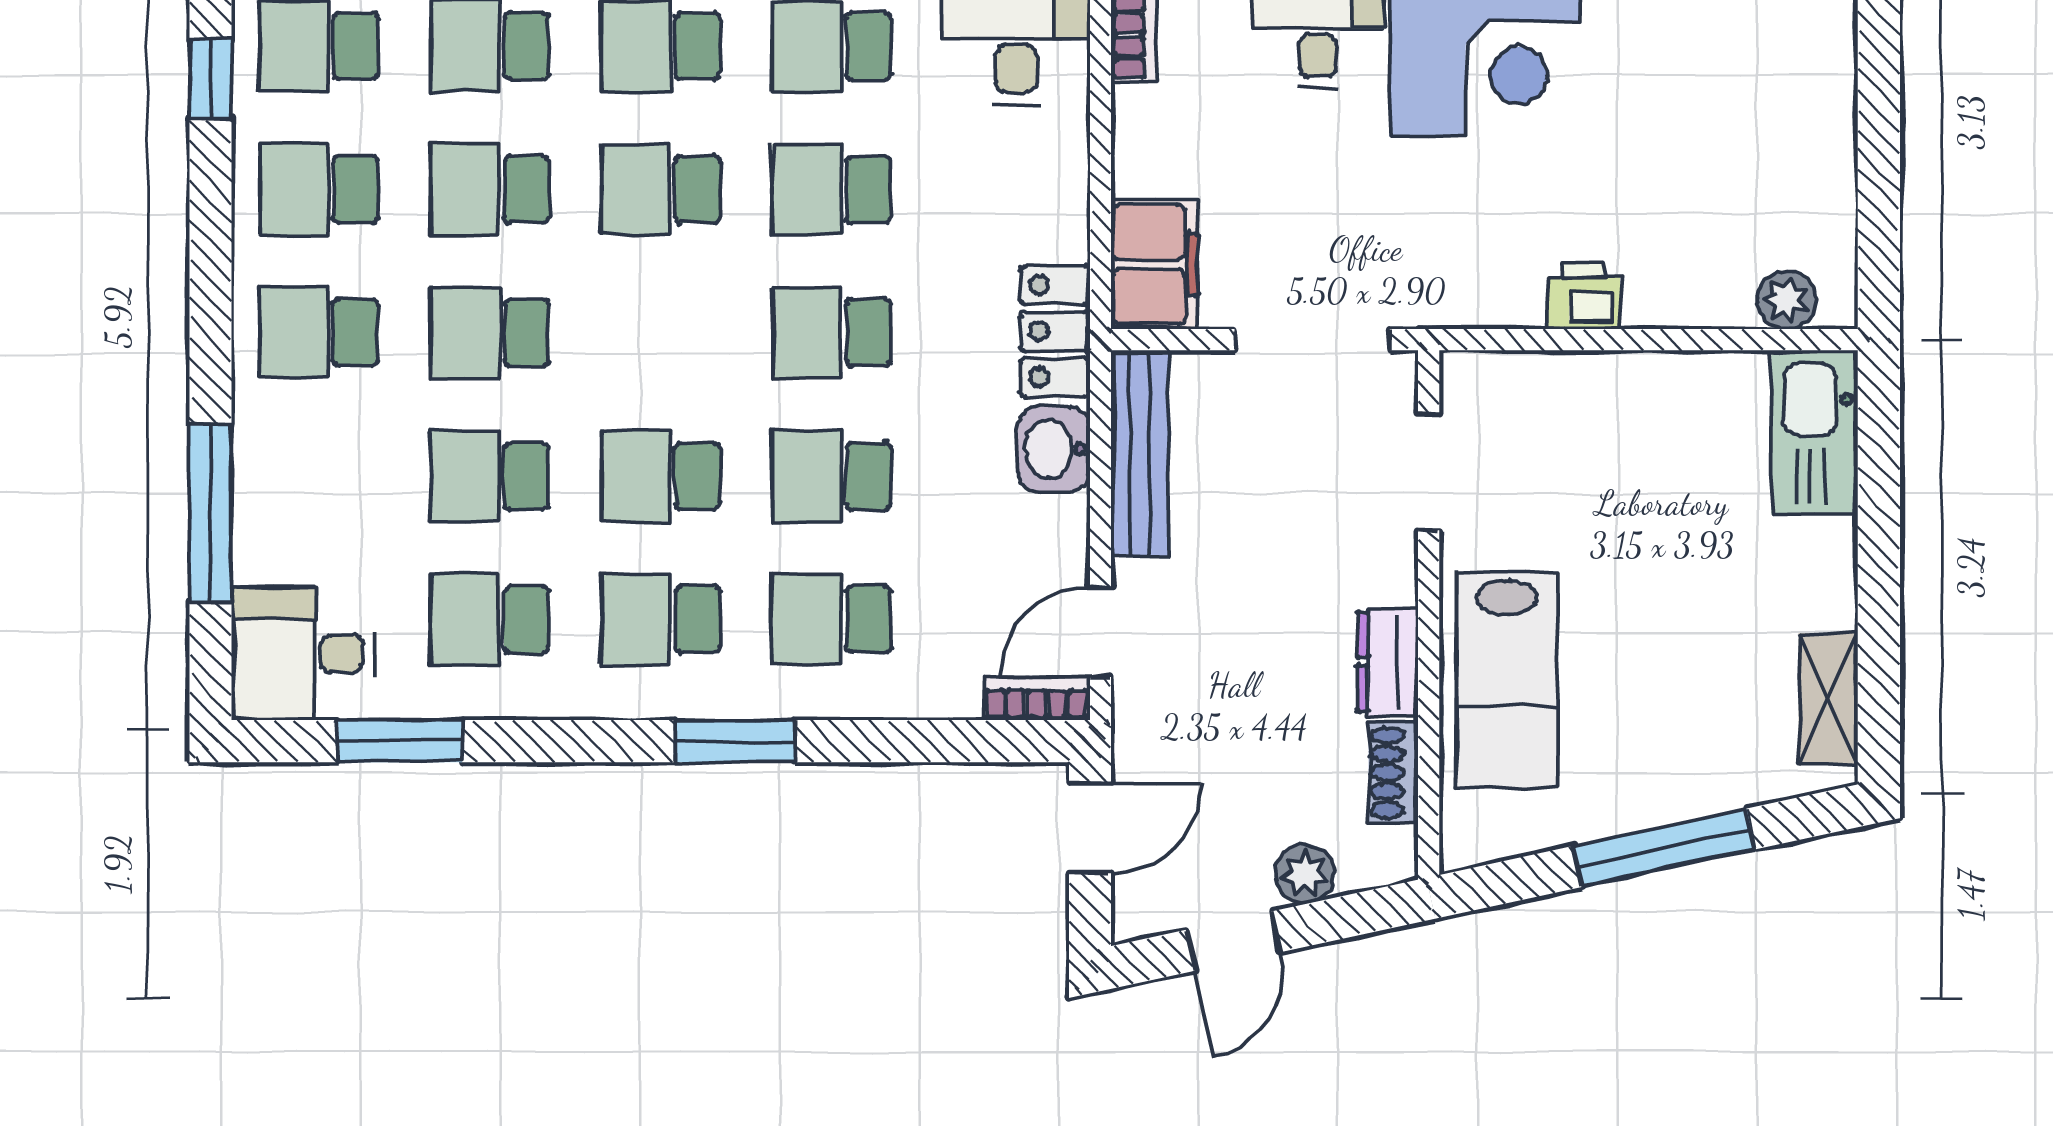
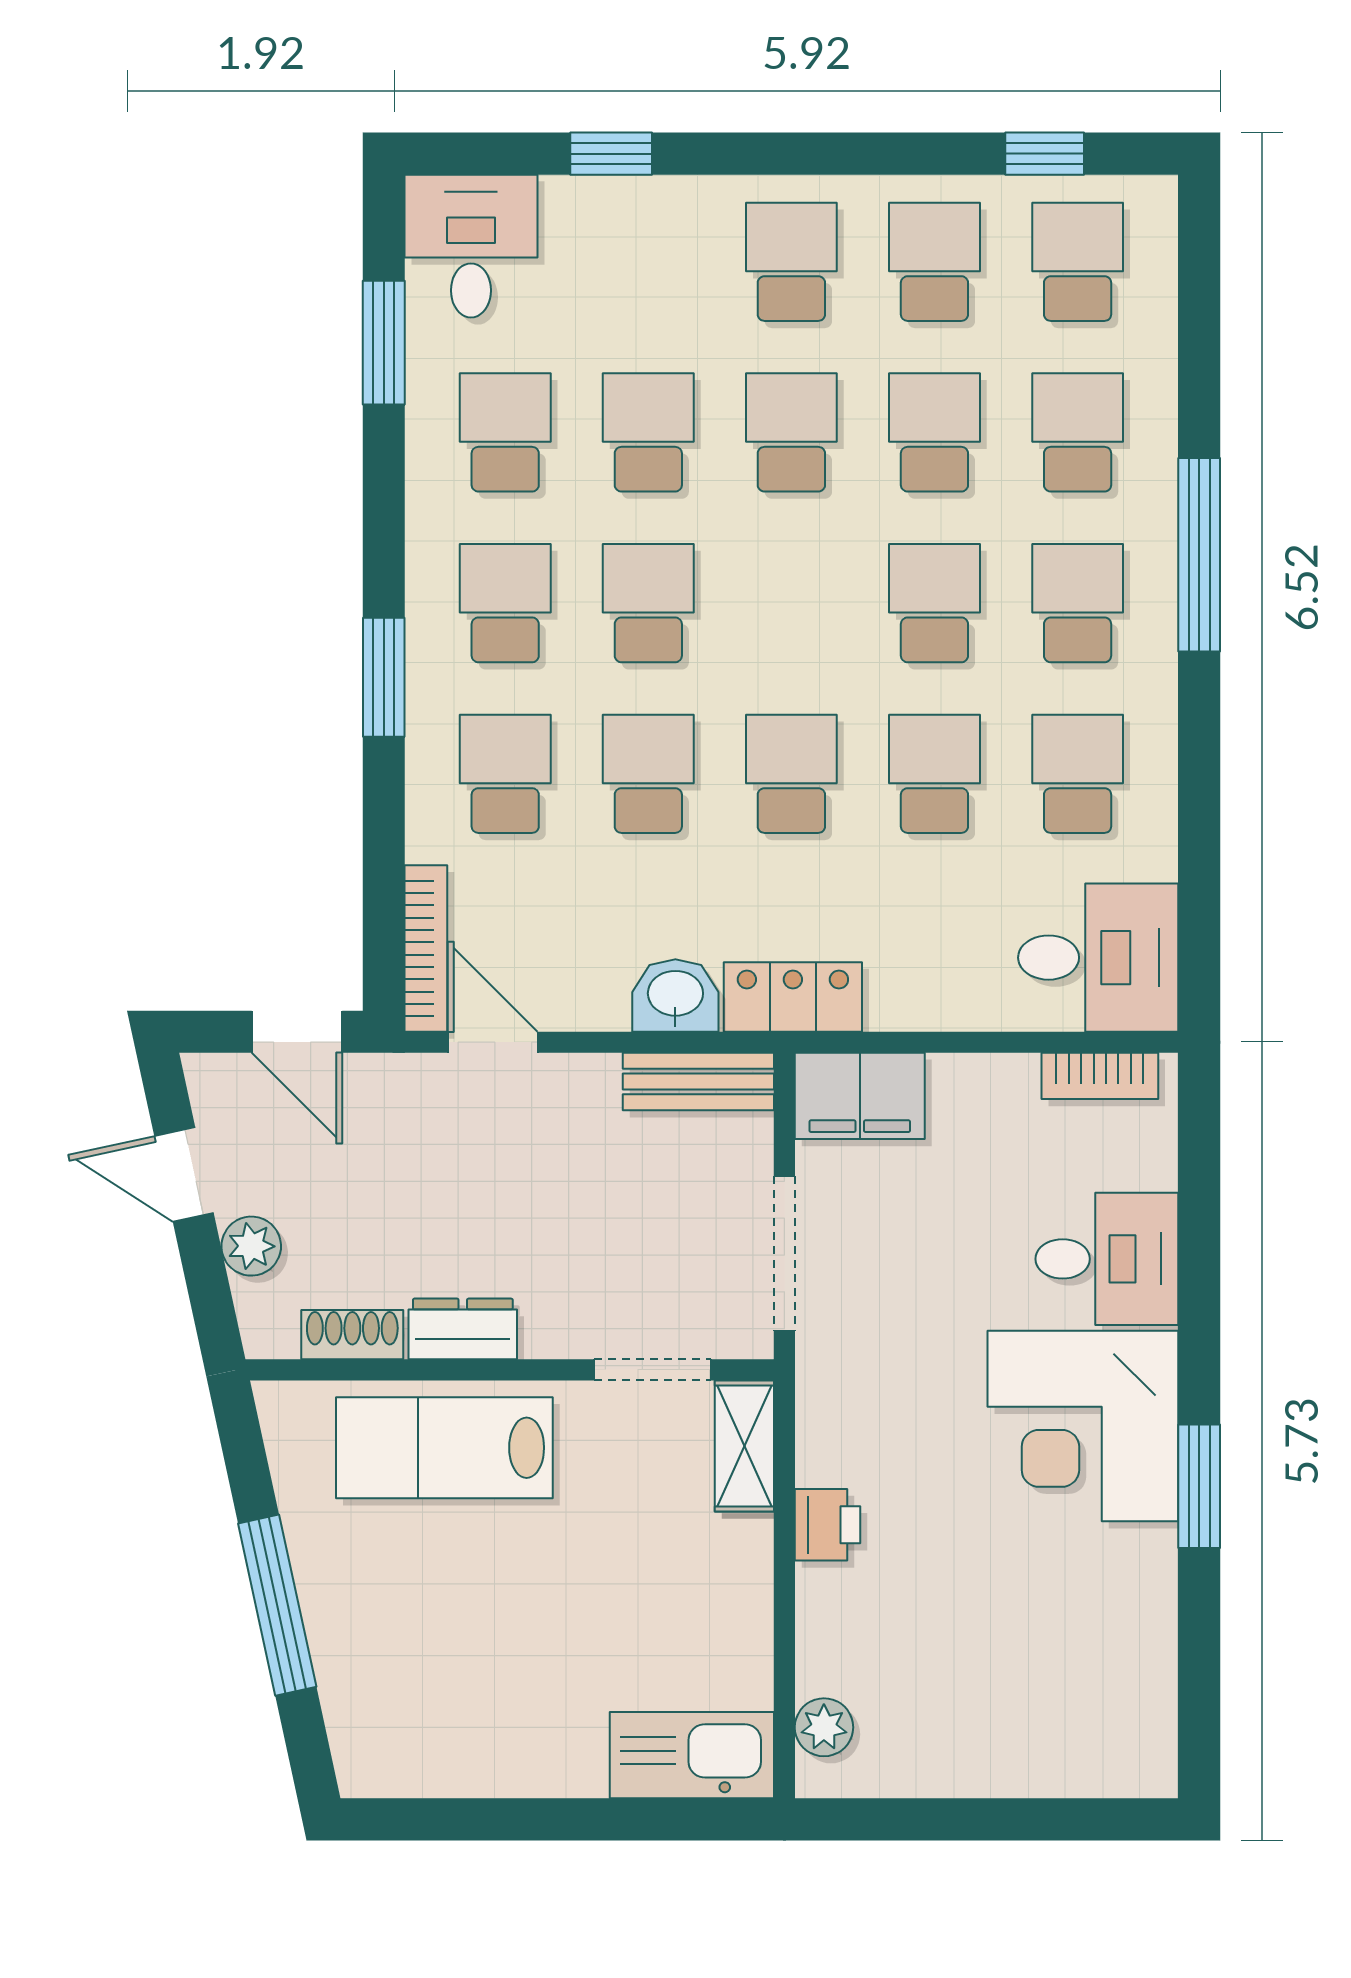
bench: (1140, 453) -> (698, 1082), width x0.73
window: (211, 513) -> (611, 154), width x0.46
bookcase: (1037, 699) -> (426, 948), width x1.56
shelving: (1828, 699) -> (744, 1446), moved, turned 90

